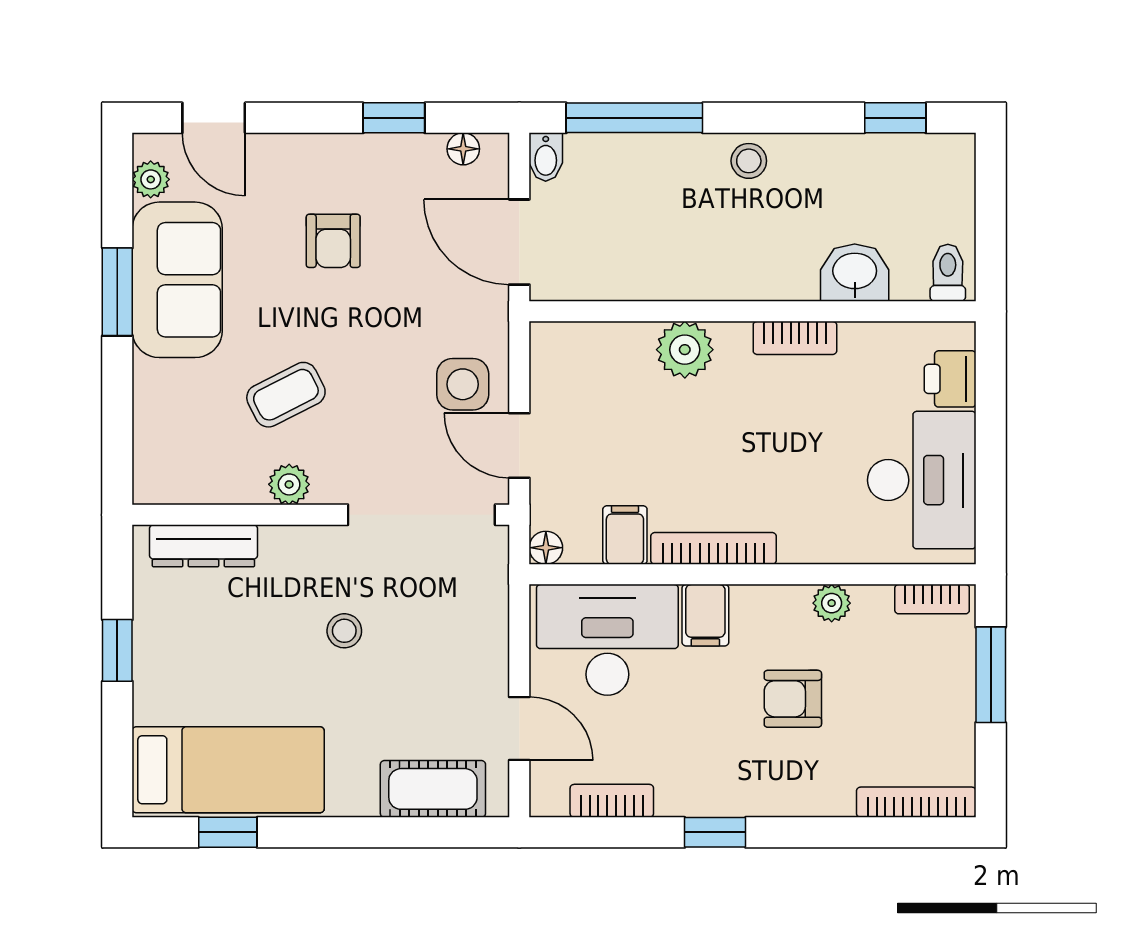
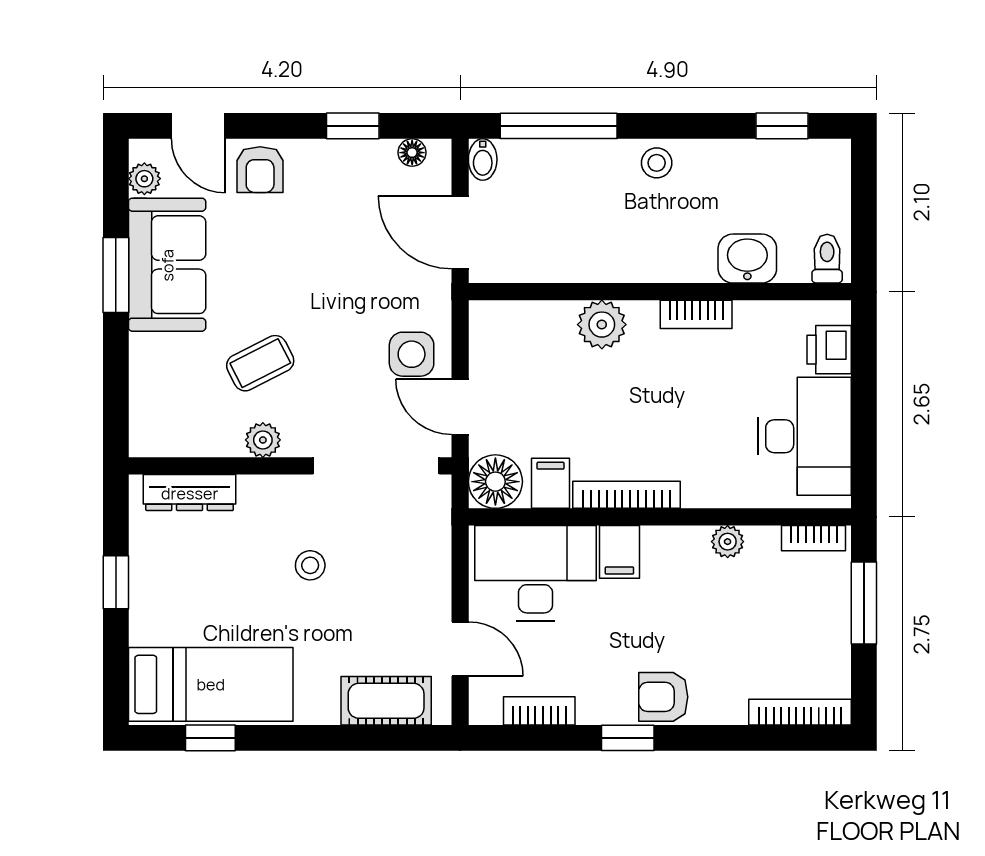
armchair: (333, 241) -> (260, 170), moved
floor lamp: (546, 548) -> (495, 482), width x1.89, depth x1.89
armchair: (793, 699) -> (663, 697), moved

